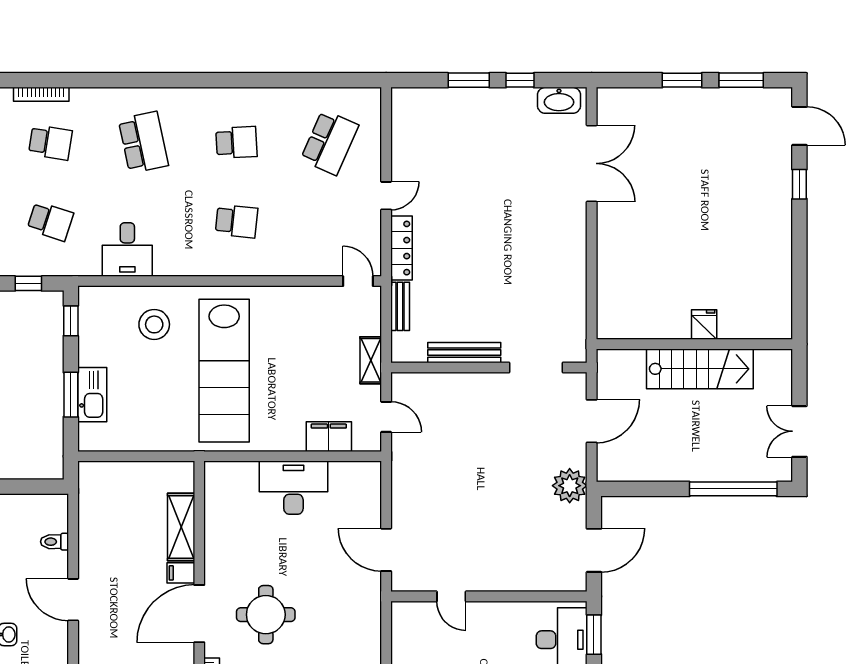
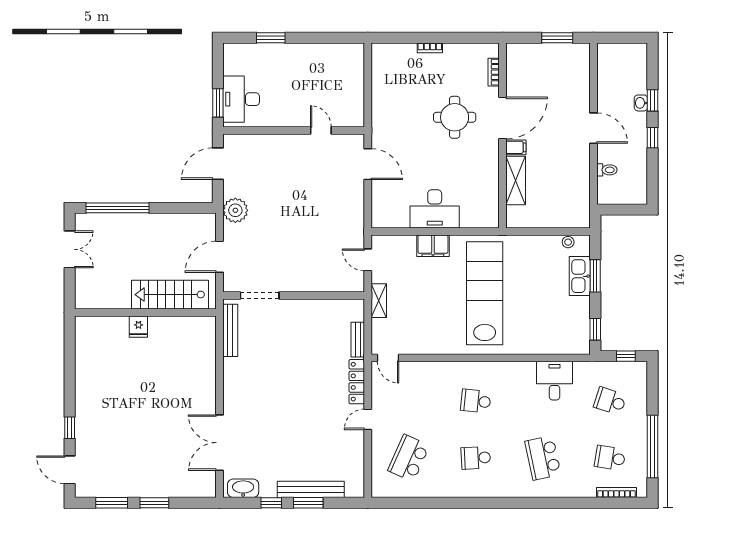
bench: (465, 99) -> (311, 489), added
stool: (154, 324) -> (568, 242), moved, width x0.53, depth x0.53
bench: (464, 353) -> (230, 330), moved, turned 90
stairs: (700, 369) -> (170, 295), moved
filing cabinet: (329, 437) -> (433, 246), moved

